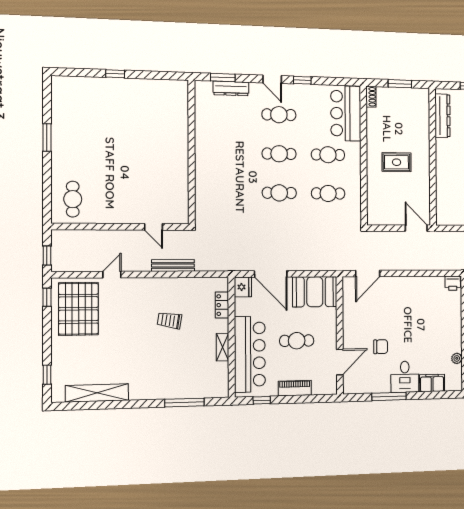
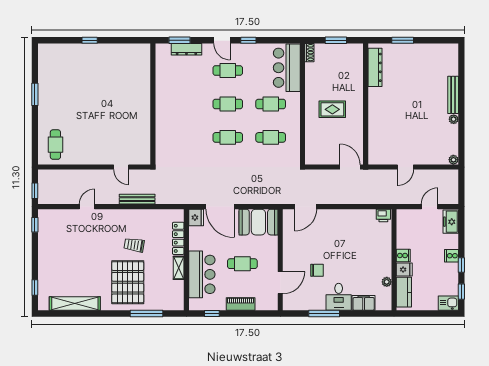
locker: (222, 305) -> (178, 238), width x1.53
pallet: (79, 309) -> (128, 282), moved
bar counter: (250, 354) -> (202, 274), width x0.73

